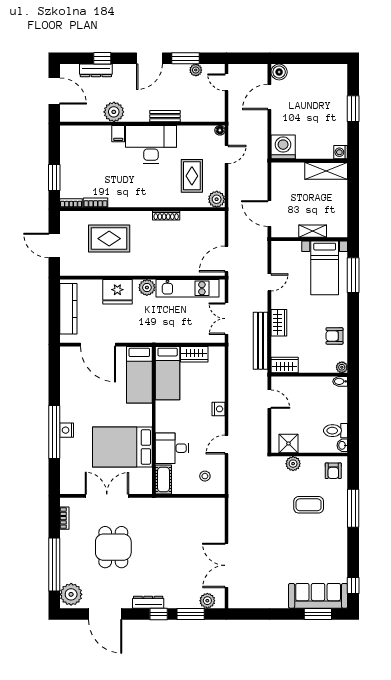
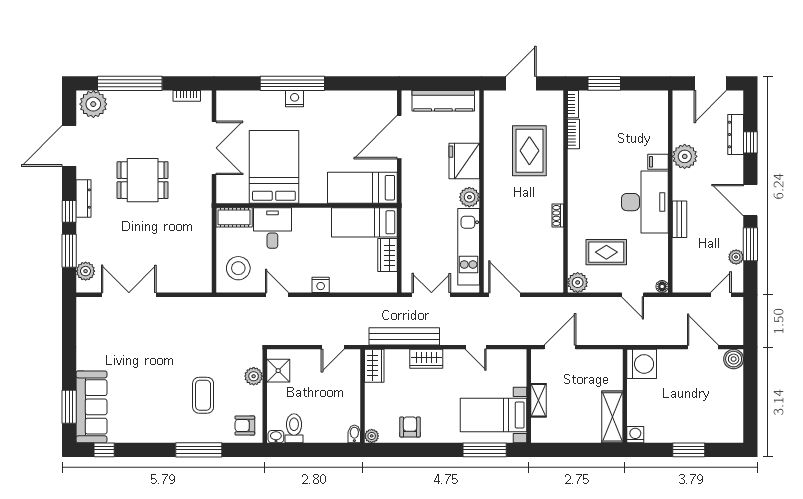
shoe rack: (166, 216) -> (558, 216), width x0.70
stool: (205, 476) -> (238, 268), width x1.89, depth x1.89
dining table: (113, 547) -> (143, 180), moved

